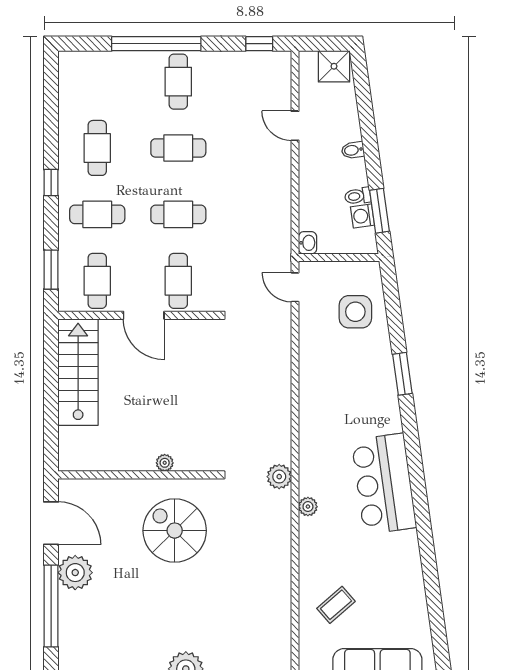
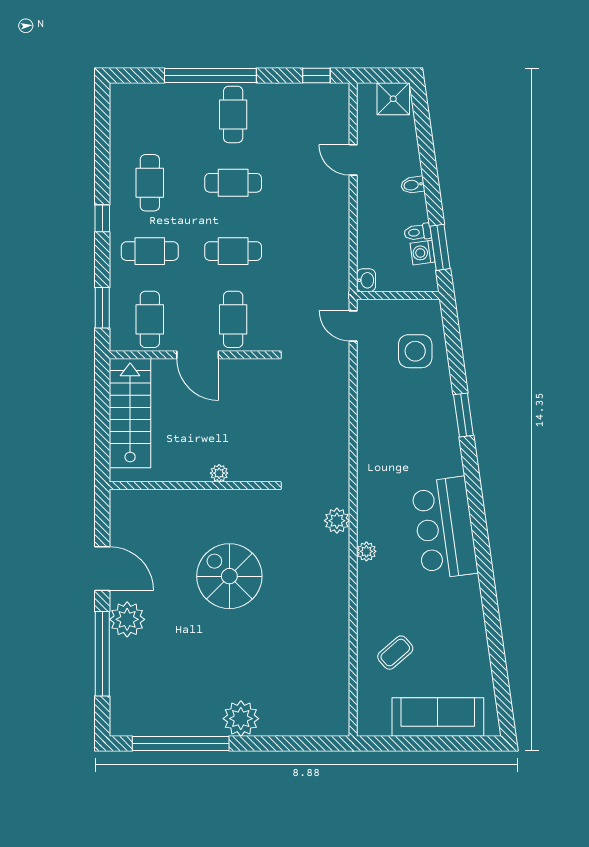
plant: (165, 463) -> (219, 473), moved
wall: (138, 475) -> (191, 486), moved

